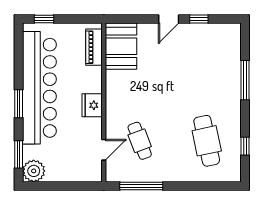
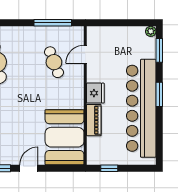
window: (44, 19) -> (109, 168), moved
booth: (121, 46) -> (65, 137), width x1.36, depth x1.42
piano: (94, 47) -> (94, 120), moved
plant: (34, 171) -> (151, 31), width x0.53, depth x0.53

